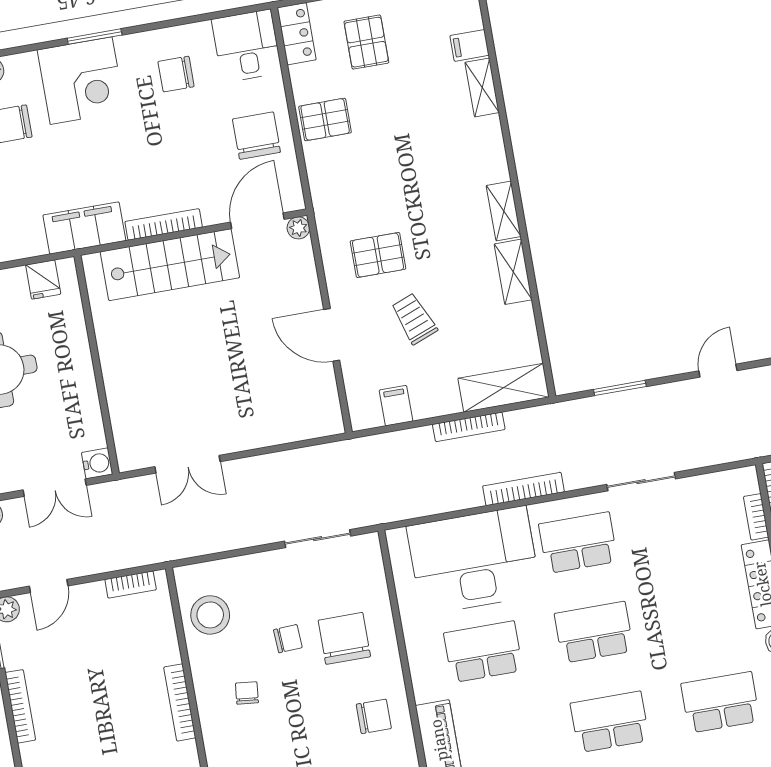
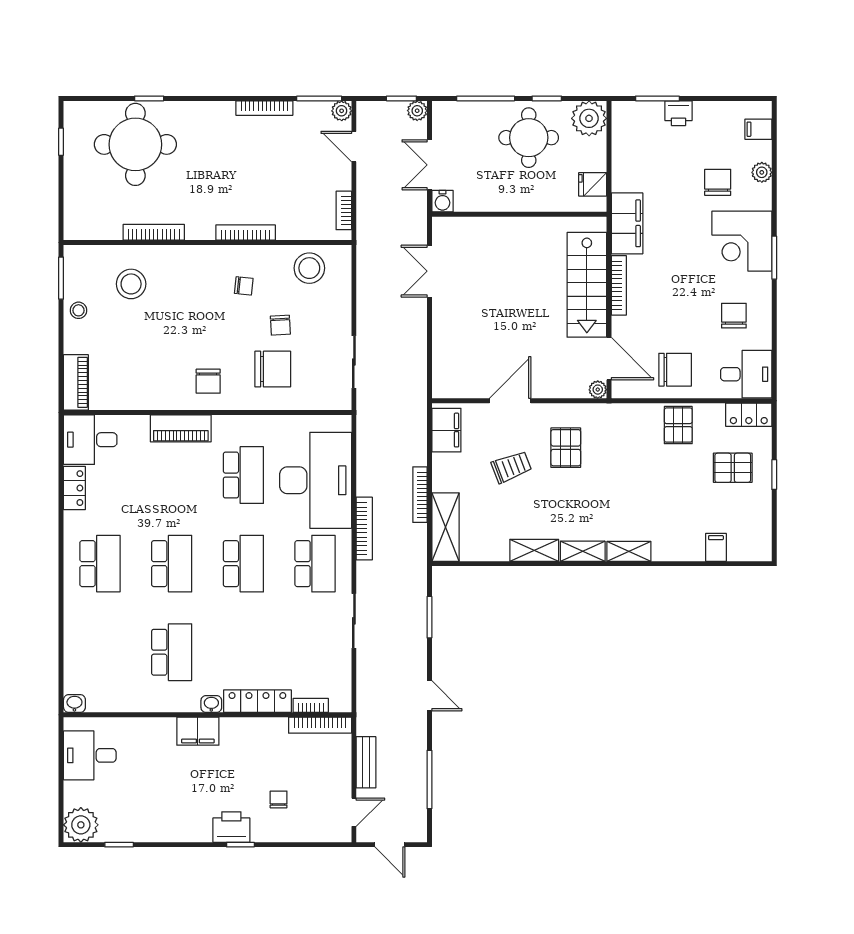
shelving: (482, 87) -> (629, 551), moved
filing cabinet: (396, 406) -> (446, 430), width x2.00

